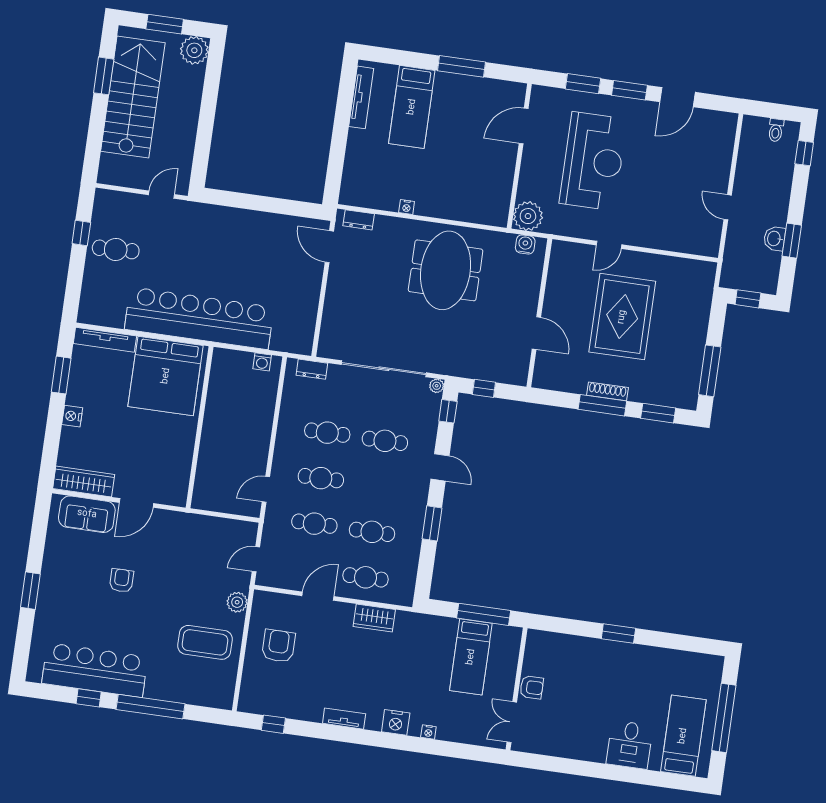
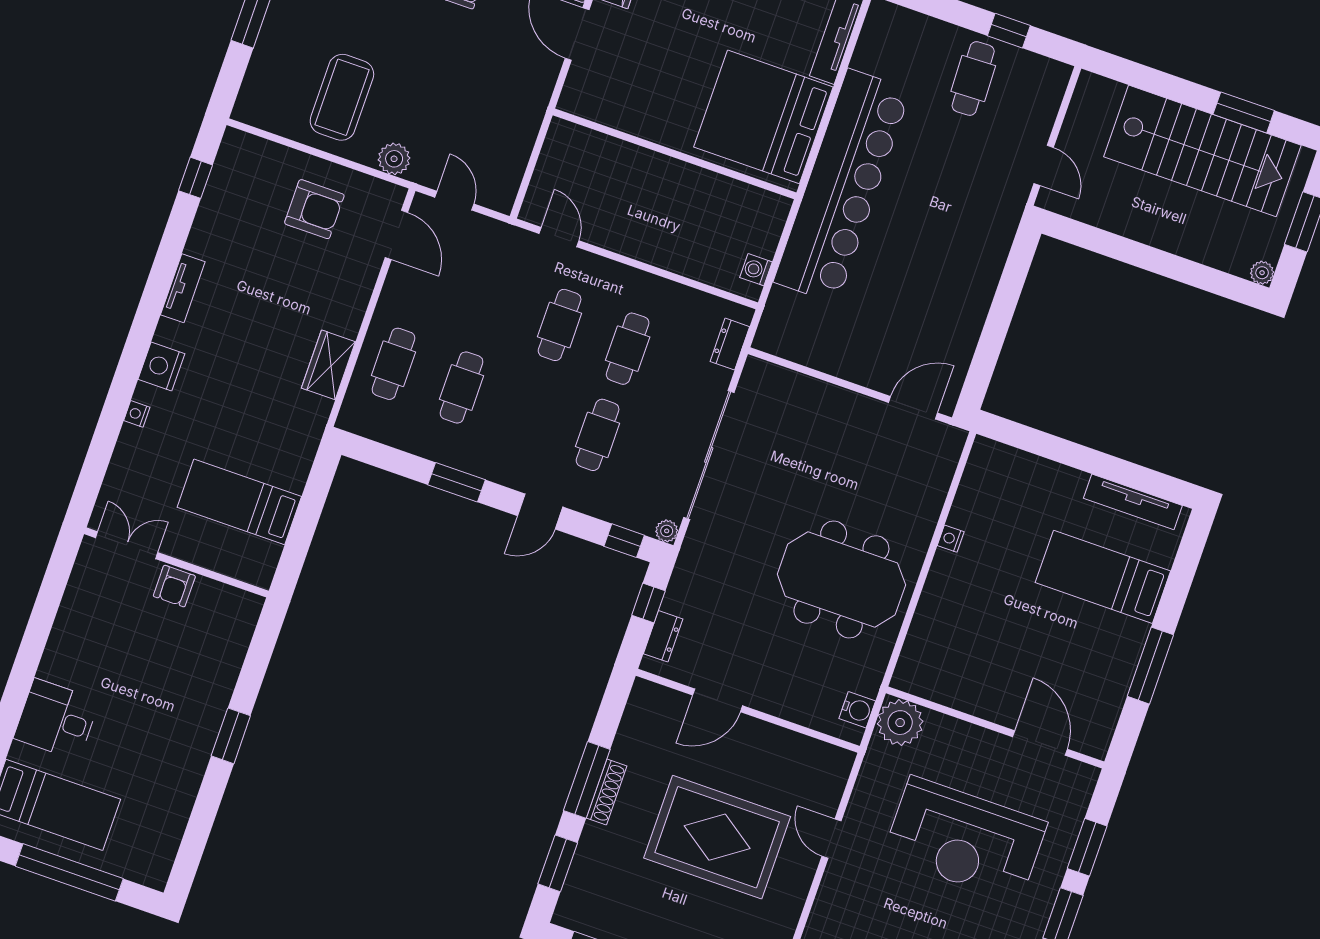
plant: (194, 50) -> (1262, 273), width x0.53, depth x0.53
dresser: (359, 220) -> (663, 636), moved, turned 180
cafe table: (314, 524) -> (492, 301), removed
door: (318, 596) -> (396, 235), moved
window: (484, 614) -> (301, 534), removed

